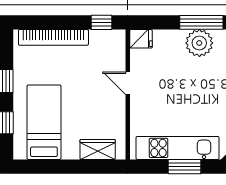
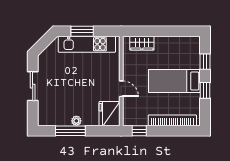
fridge: (141, 39) -> (109, 114), width x1.88, depth x1.34
plant: (199, 43) -> (76, 121), width x0.53, depth x0.53
bed: (44, 122) -> (174, 81), moved, turned 90

